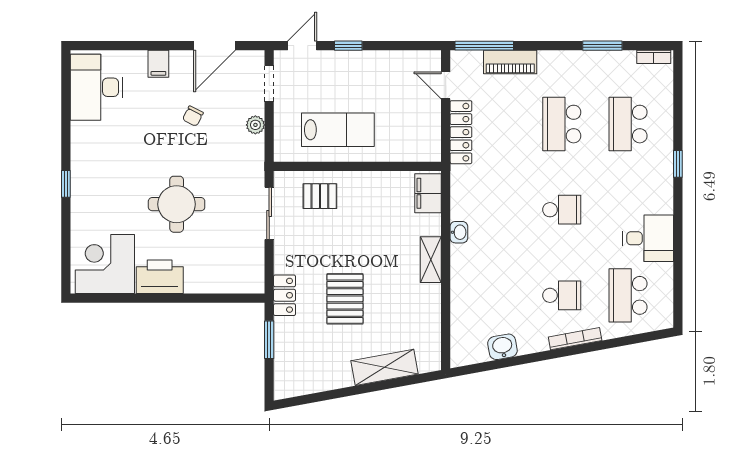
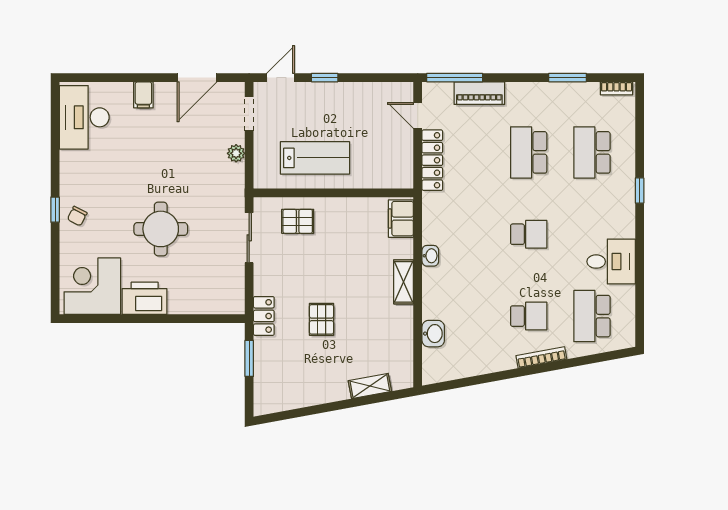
chair: (193, 116) -> (77, 216), moved
pallet: (345, 299) -> (321, 319), width x0.67, depth x0.71
washbasin: (502, 347) -> (433, 334), moved, turned 100
shelving: (385, 367) -> (370, 386), width x0.67, depth x0.75

